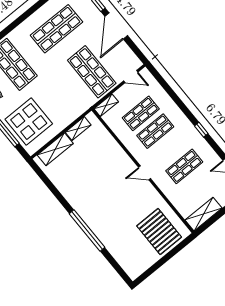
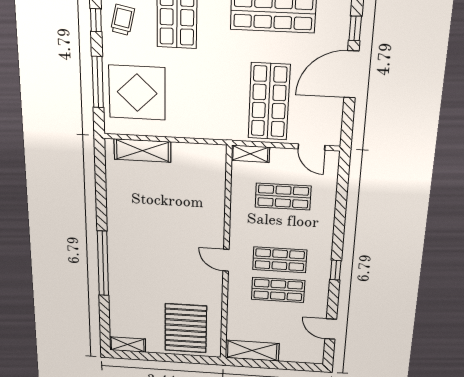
shelving: (78, 129) -> (128, 345), moved
shop shelf: (155, 131) -> (280, 260), moved

